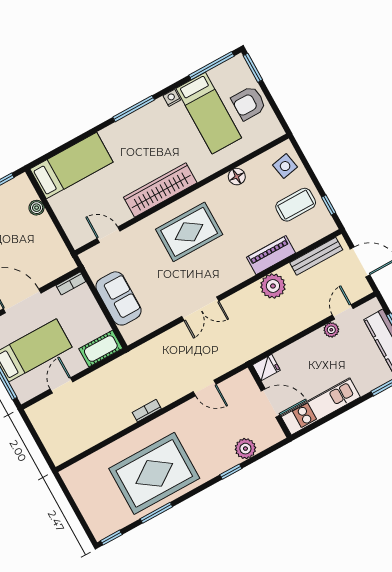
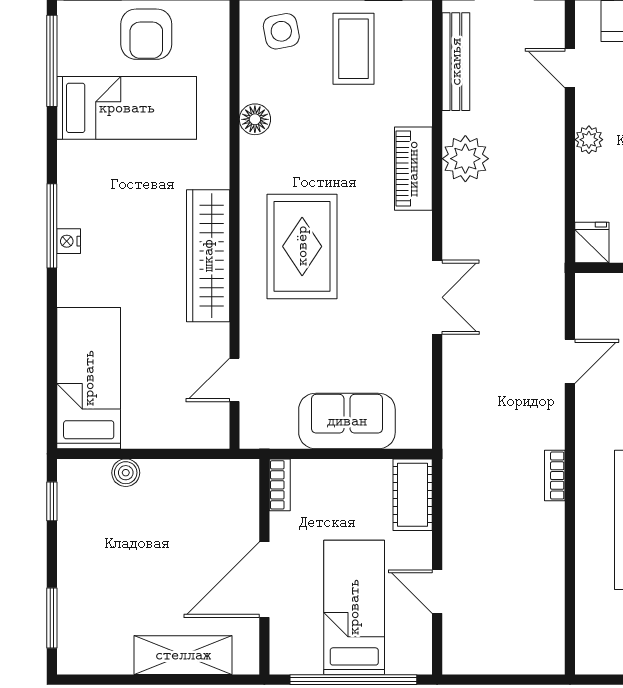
nightstand: (172, 98) -> (69, 241), moved
piano: (271, 255) -> (413, 169), moved
plant: (331, 330) -> (589, 140), moved

